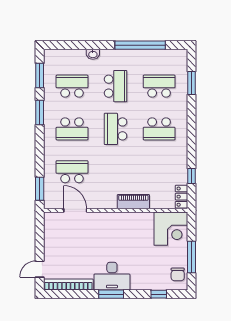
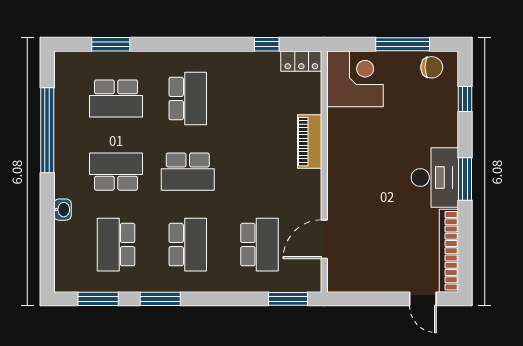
school desk: (159, 86) -> (116, 98), turned -90
school desk: (72, 172) -> (259, 245), turned 180

